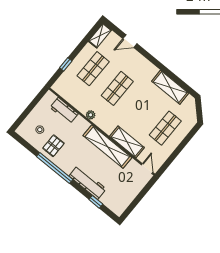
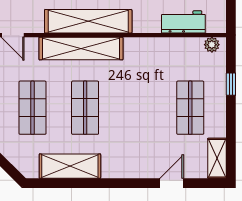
shop shelf: (117, 88) -> (85, 108), moved
plant: (91, 115) -> (212, 45), moved
shelving: (127, 142) -> (81, 48), width x1.47

